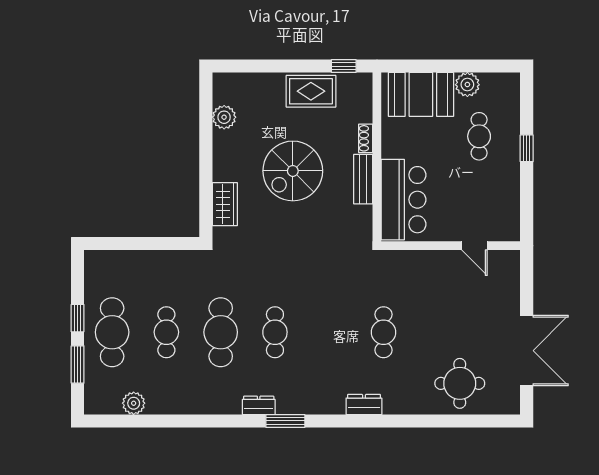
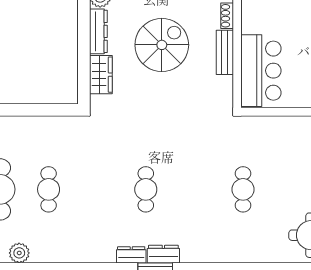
dresser: (222, 156) -> (98, 31), added
spiral stairs: (293, 171) -> (162, 45), turned 180
cafe table: (221, 332) -> (97, 189), removed
dresser: (364, 405) -> (163, 254), moved

